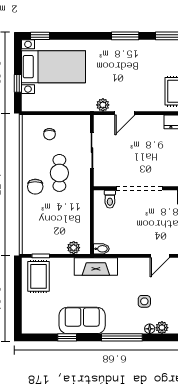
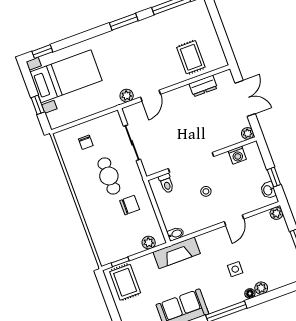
chair: (35, 187) -> (130, 205), moved, turned -90
stool: (144, 220) -> (206, 191), added

